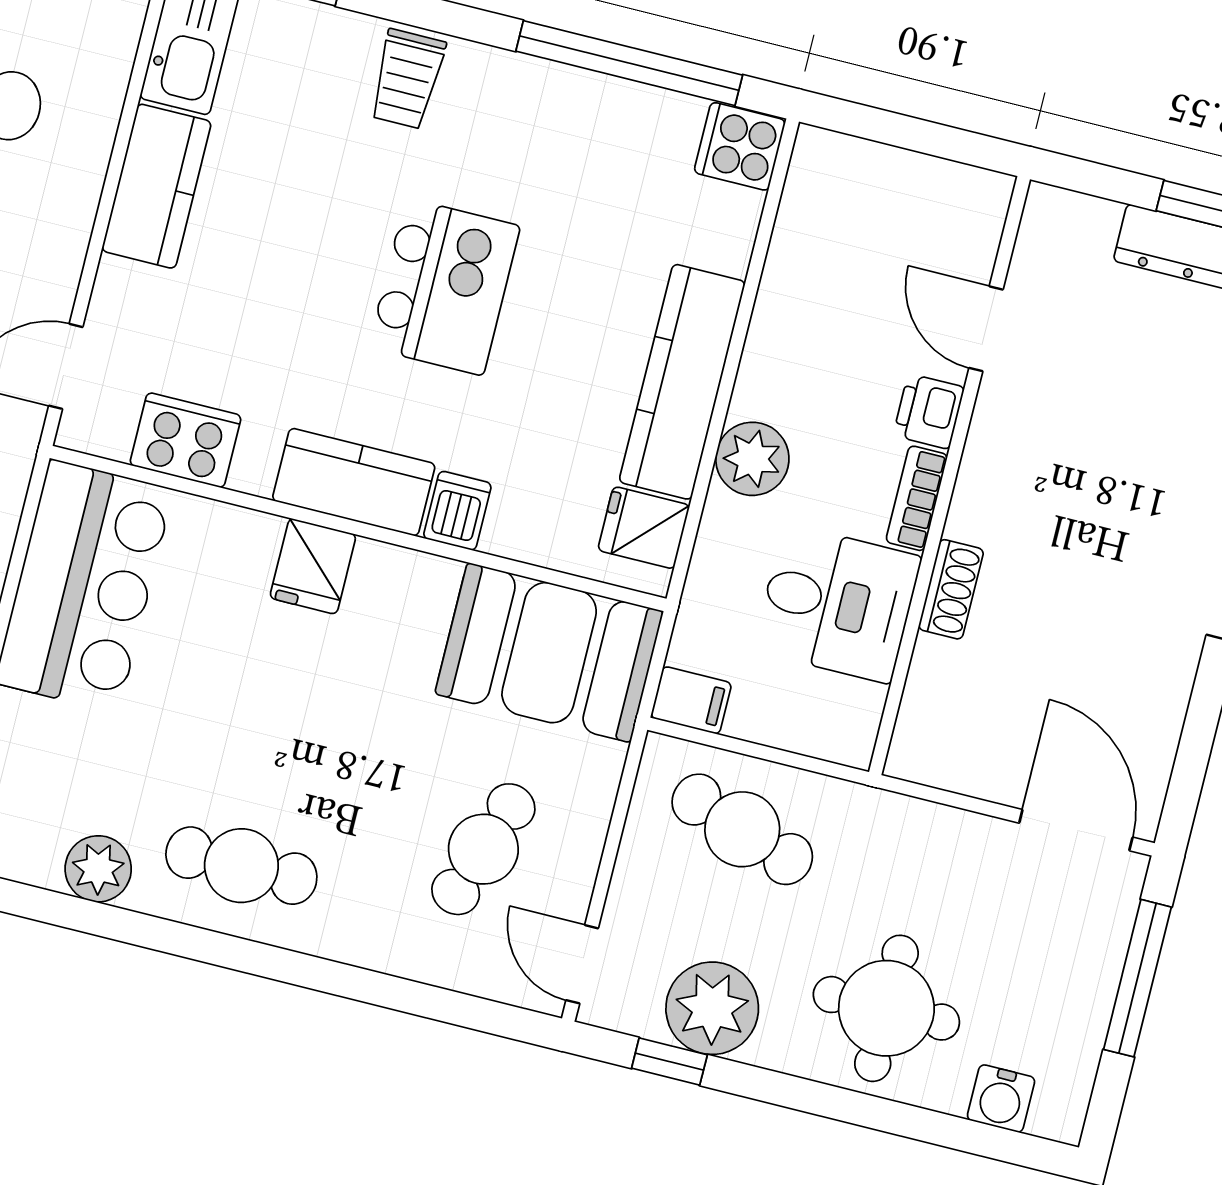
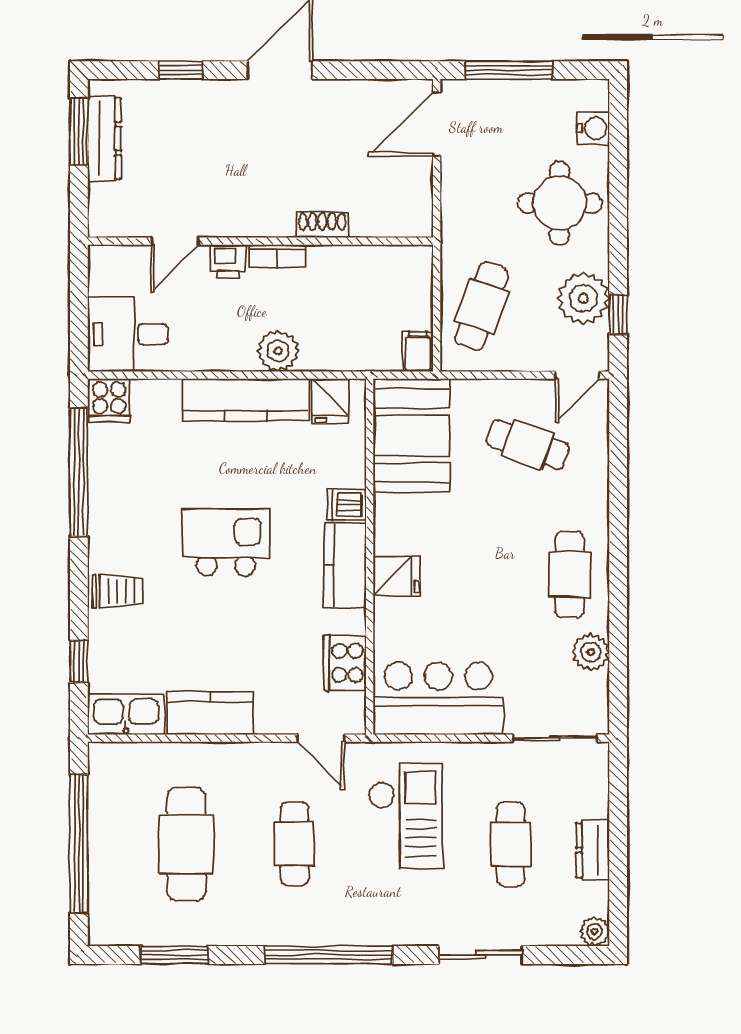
desk: (837, 604) -> (128, 334), moved, turned -90

